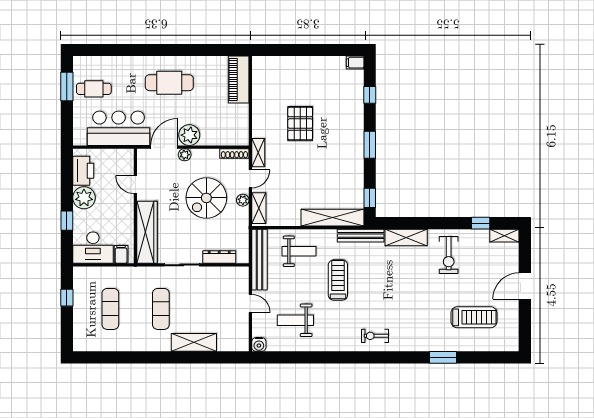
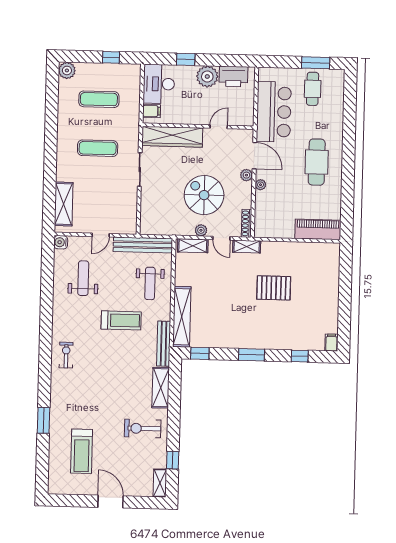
plant: (189, 135) -> (261, 185), width x0.53, depth x0.53
dresser: (219, 257) -> (146, 206), removed
shelving: (194, 342) -> (64, 204), moved
plant: (82, 343) -> (67, 70), added

